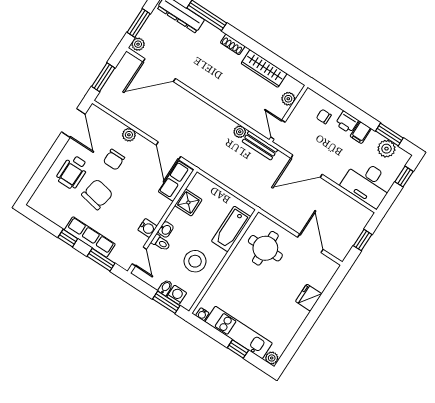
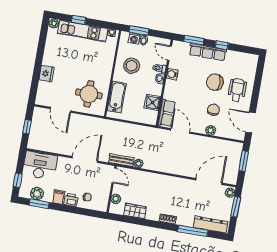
wardrobe: (264, 69) -> (135, 211), width x0.67
chair: (97, 194) -> (215, 82), turned 79

